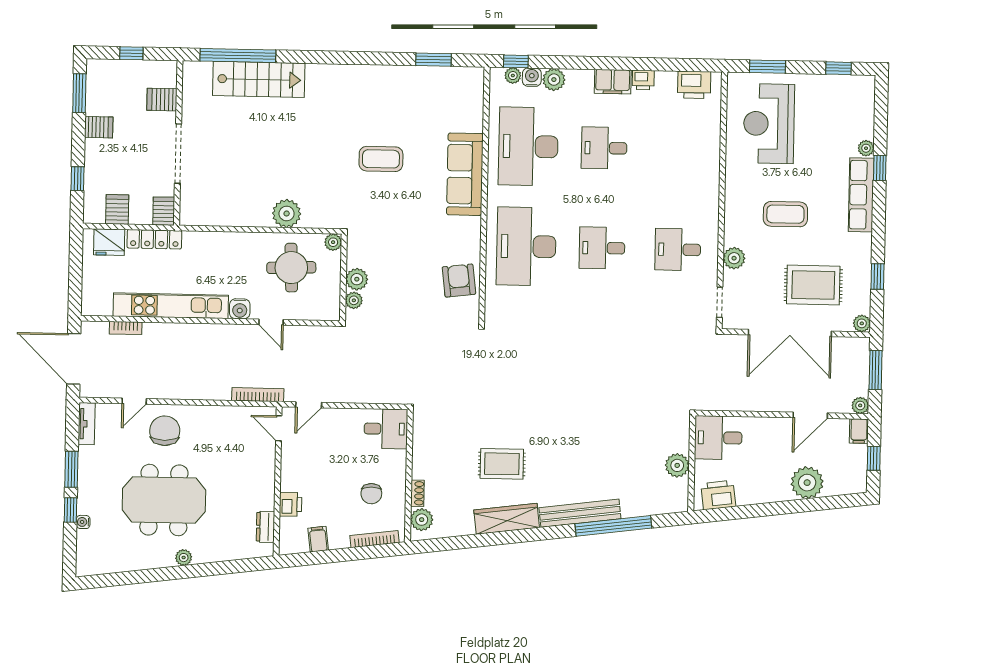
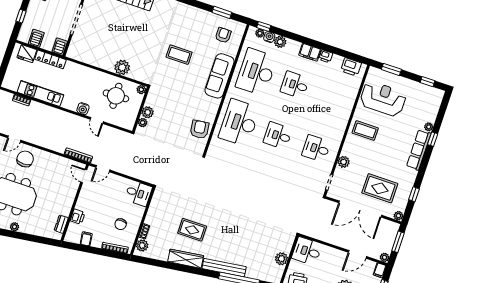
armchair: (449, 100) -> (223, 35), added
reception desk: (769, 124) -> (383, 99), turned 90
coffee table: (785, 214) -> (365, 131), moved
kitchen unit: (171, 306) -> (40, 93), width x0.73

